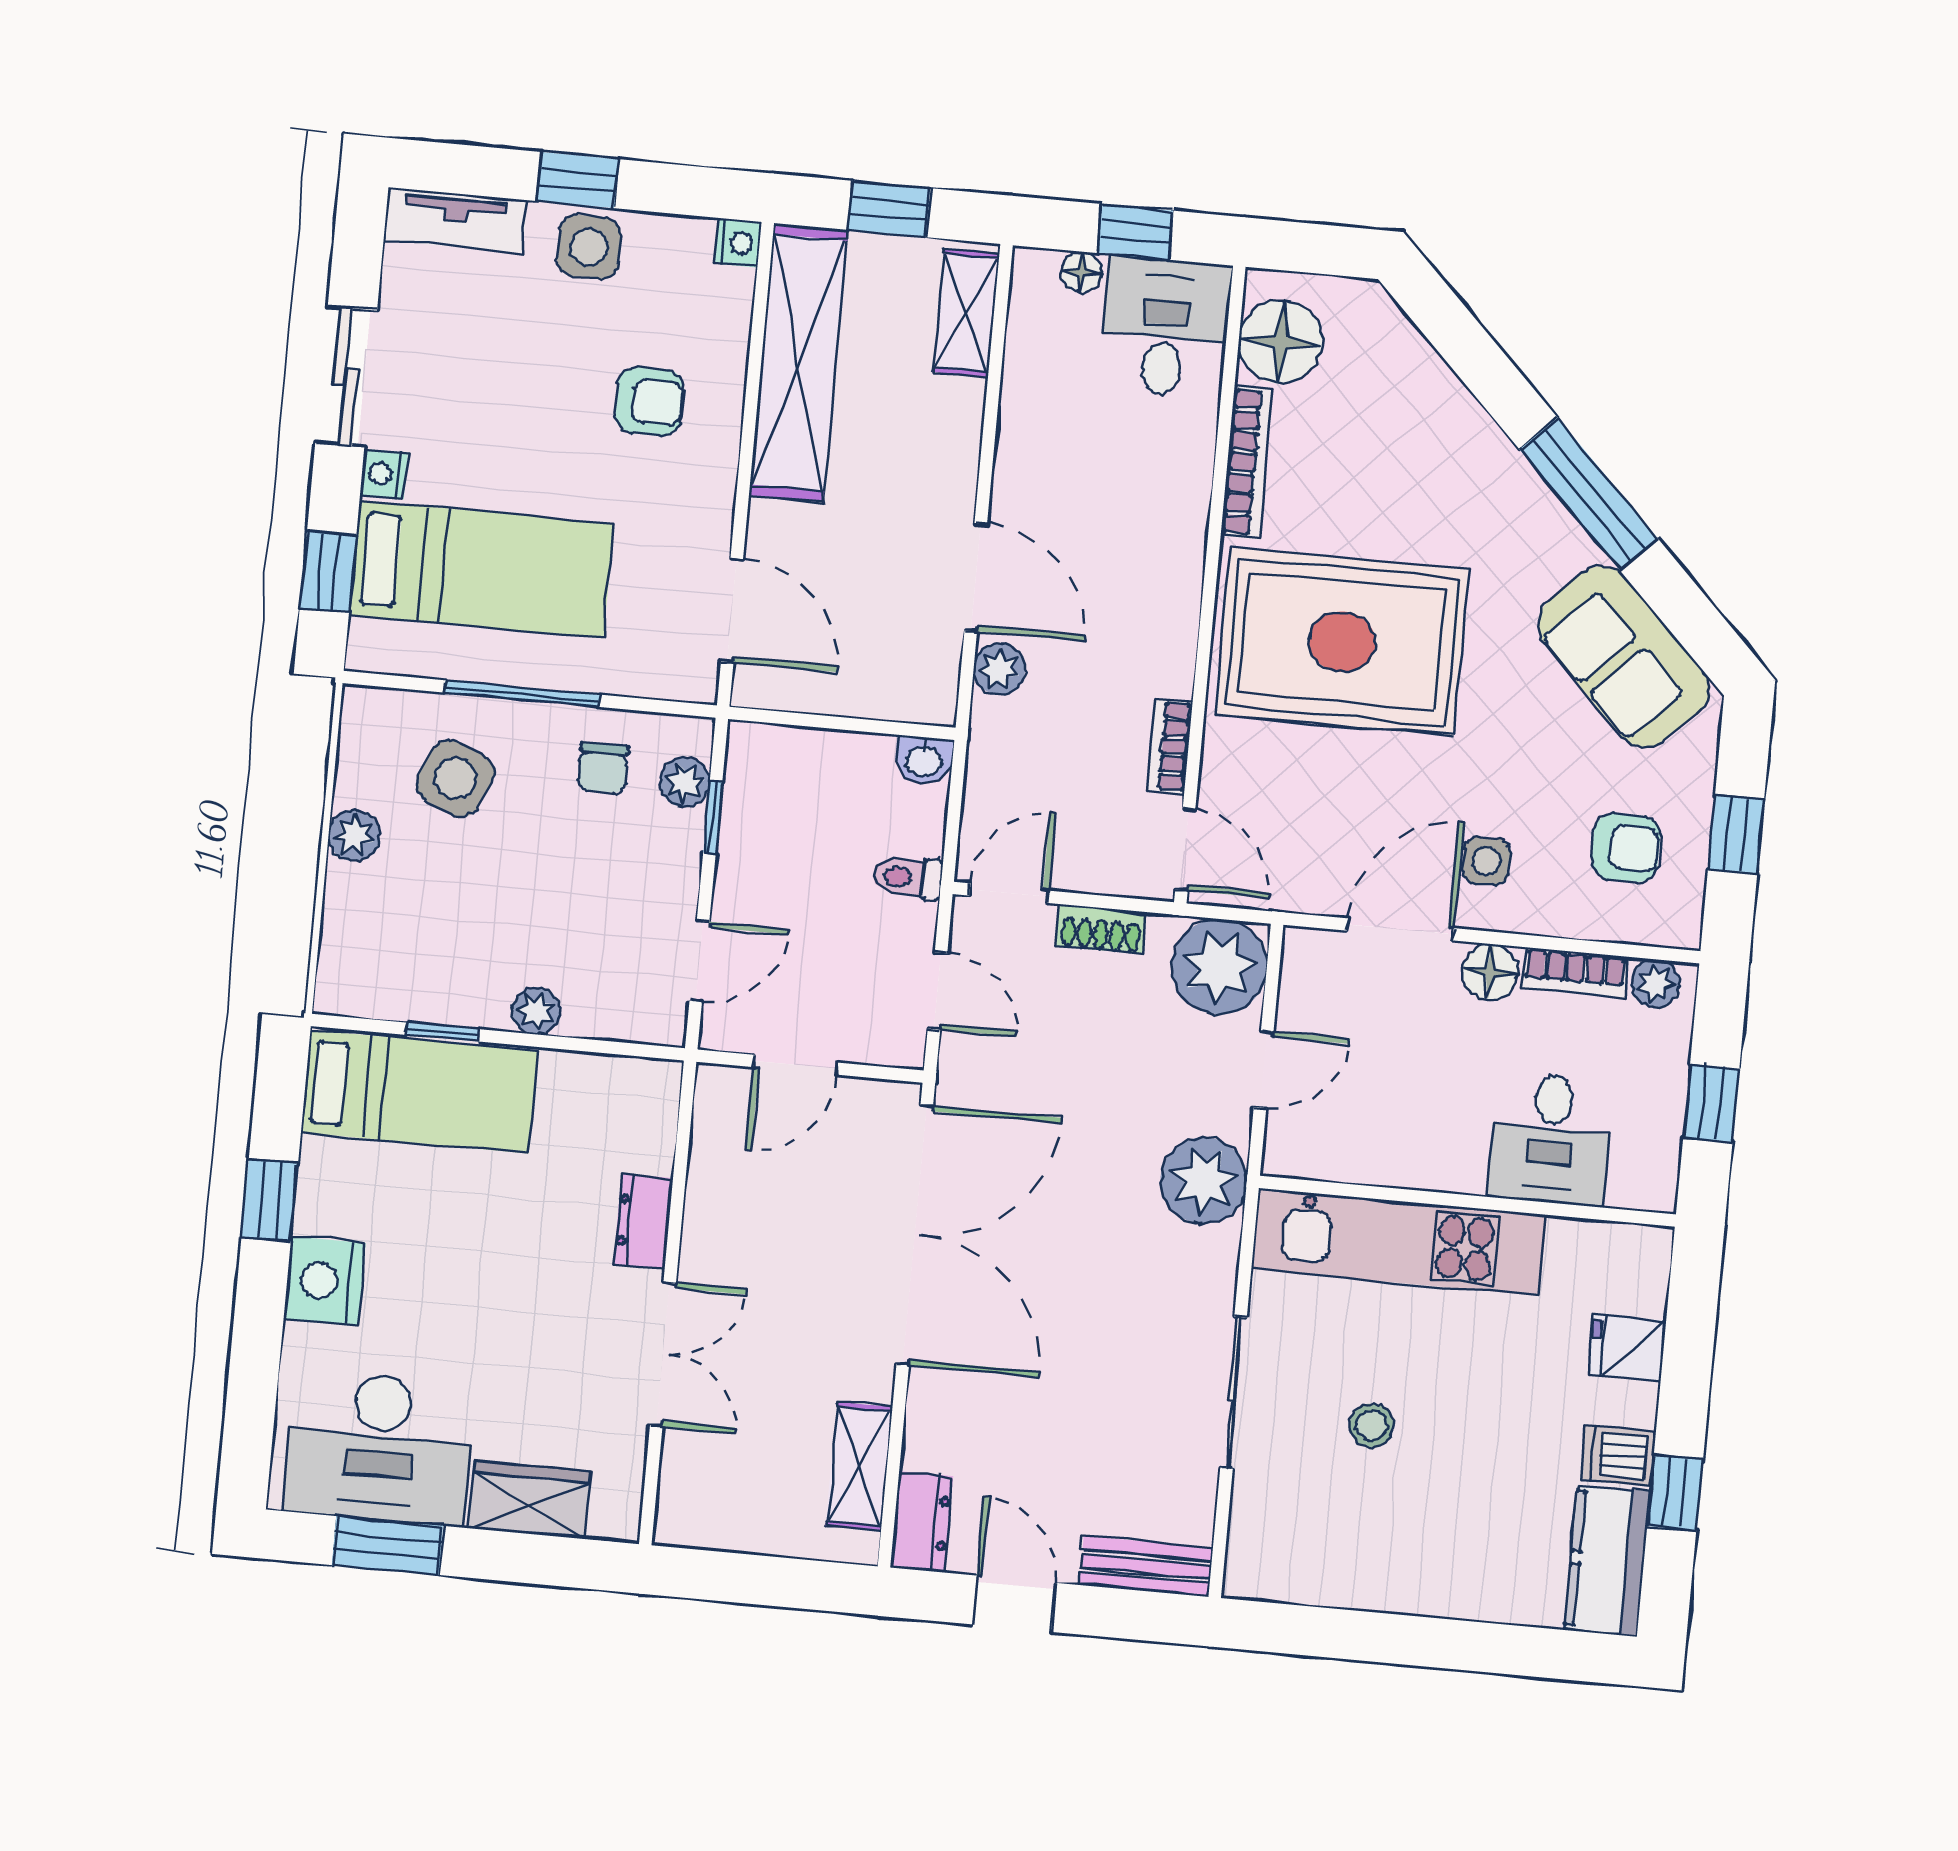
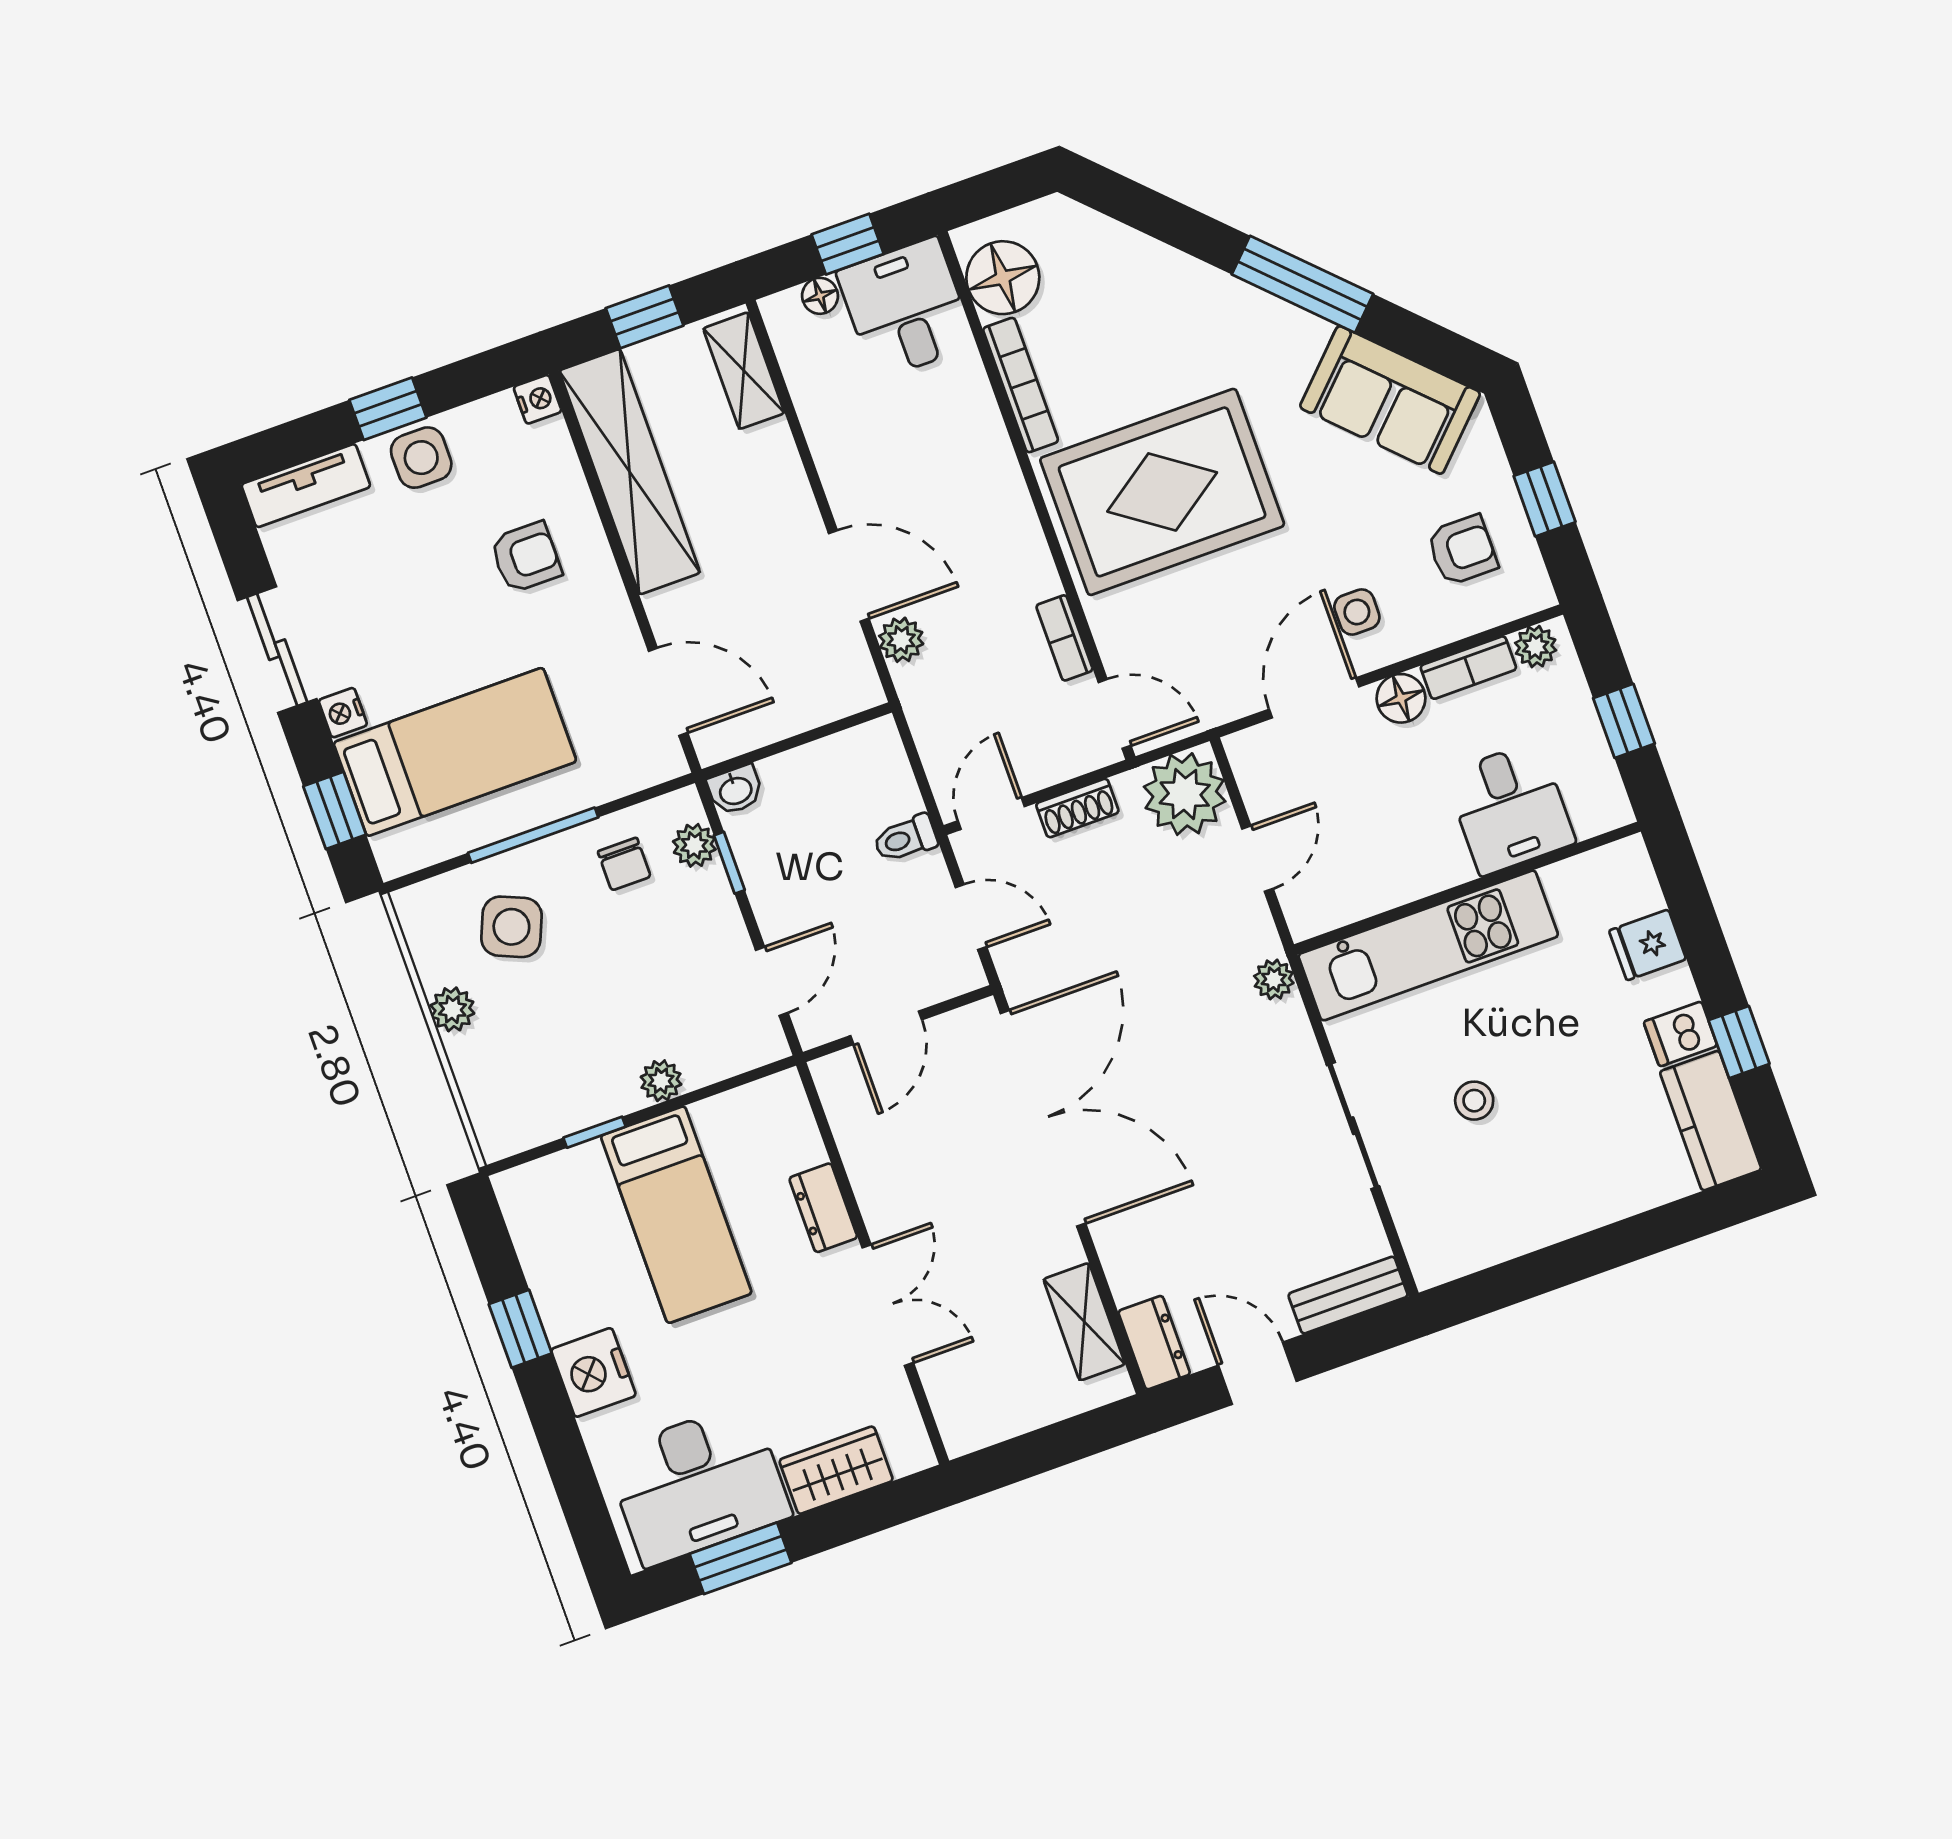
washbasin: (924, 760) -> (735, 790), moved
bed: (419, 1092) -> (676, 1215), moved, turned 90
plant: (1204, 1181) -> (1274, 980), width x0.53, depth x0.53

